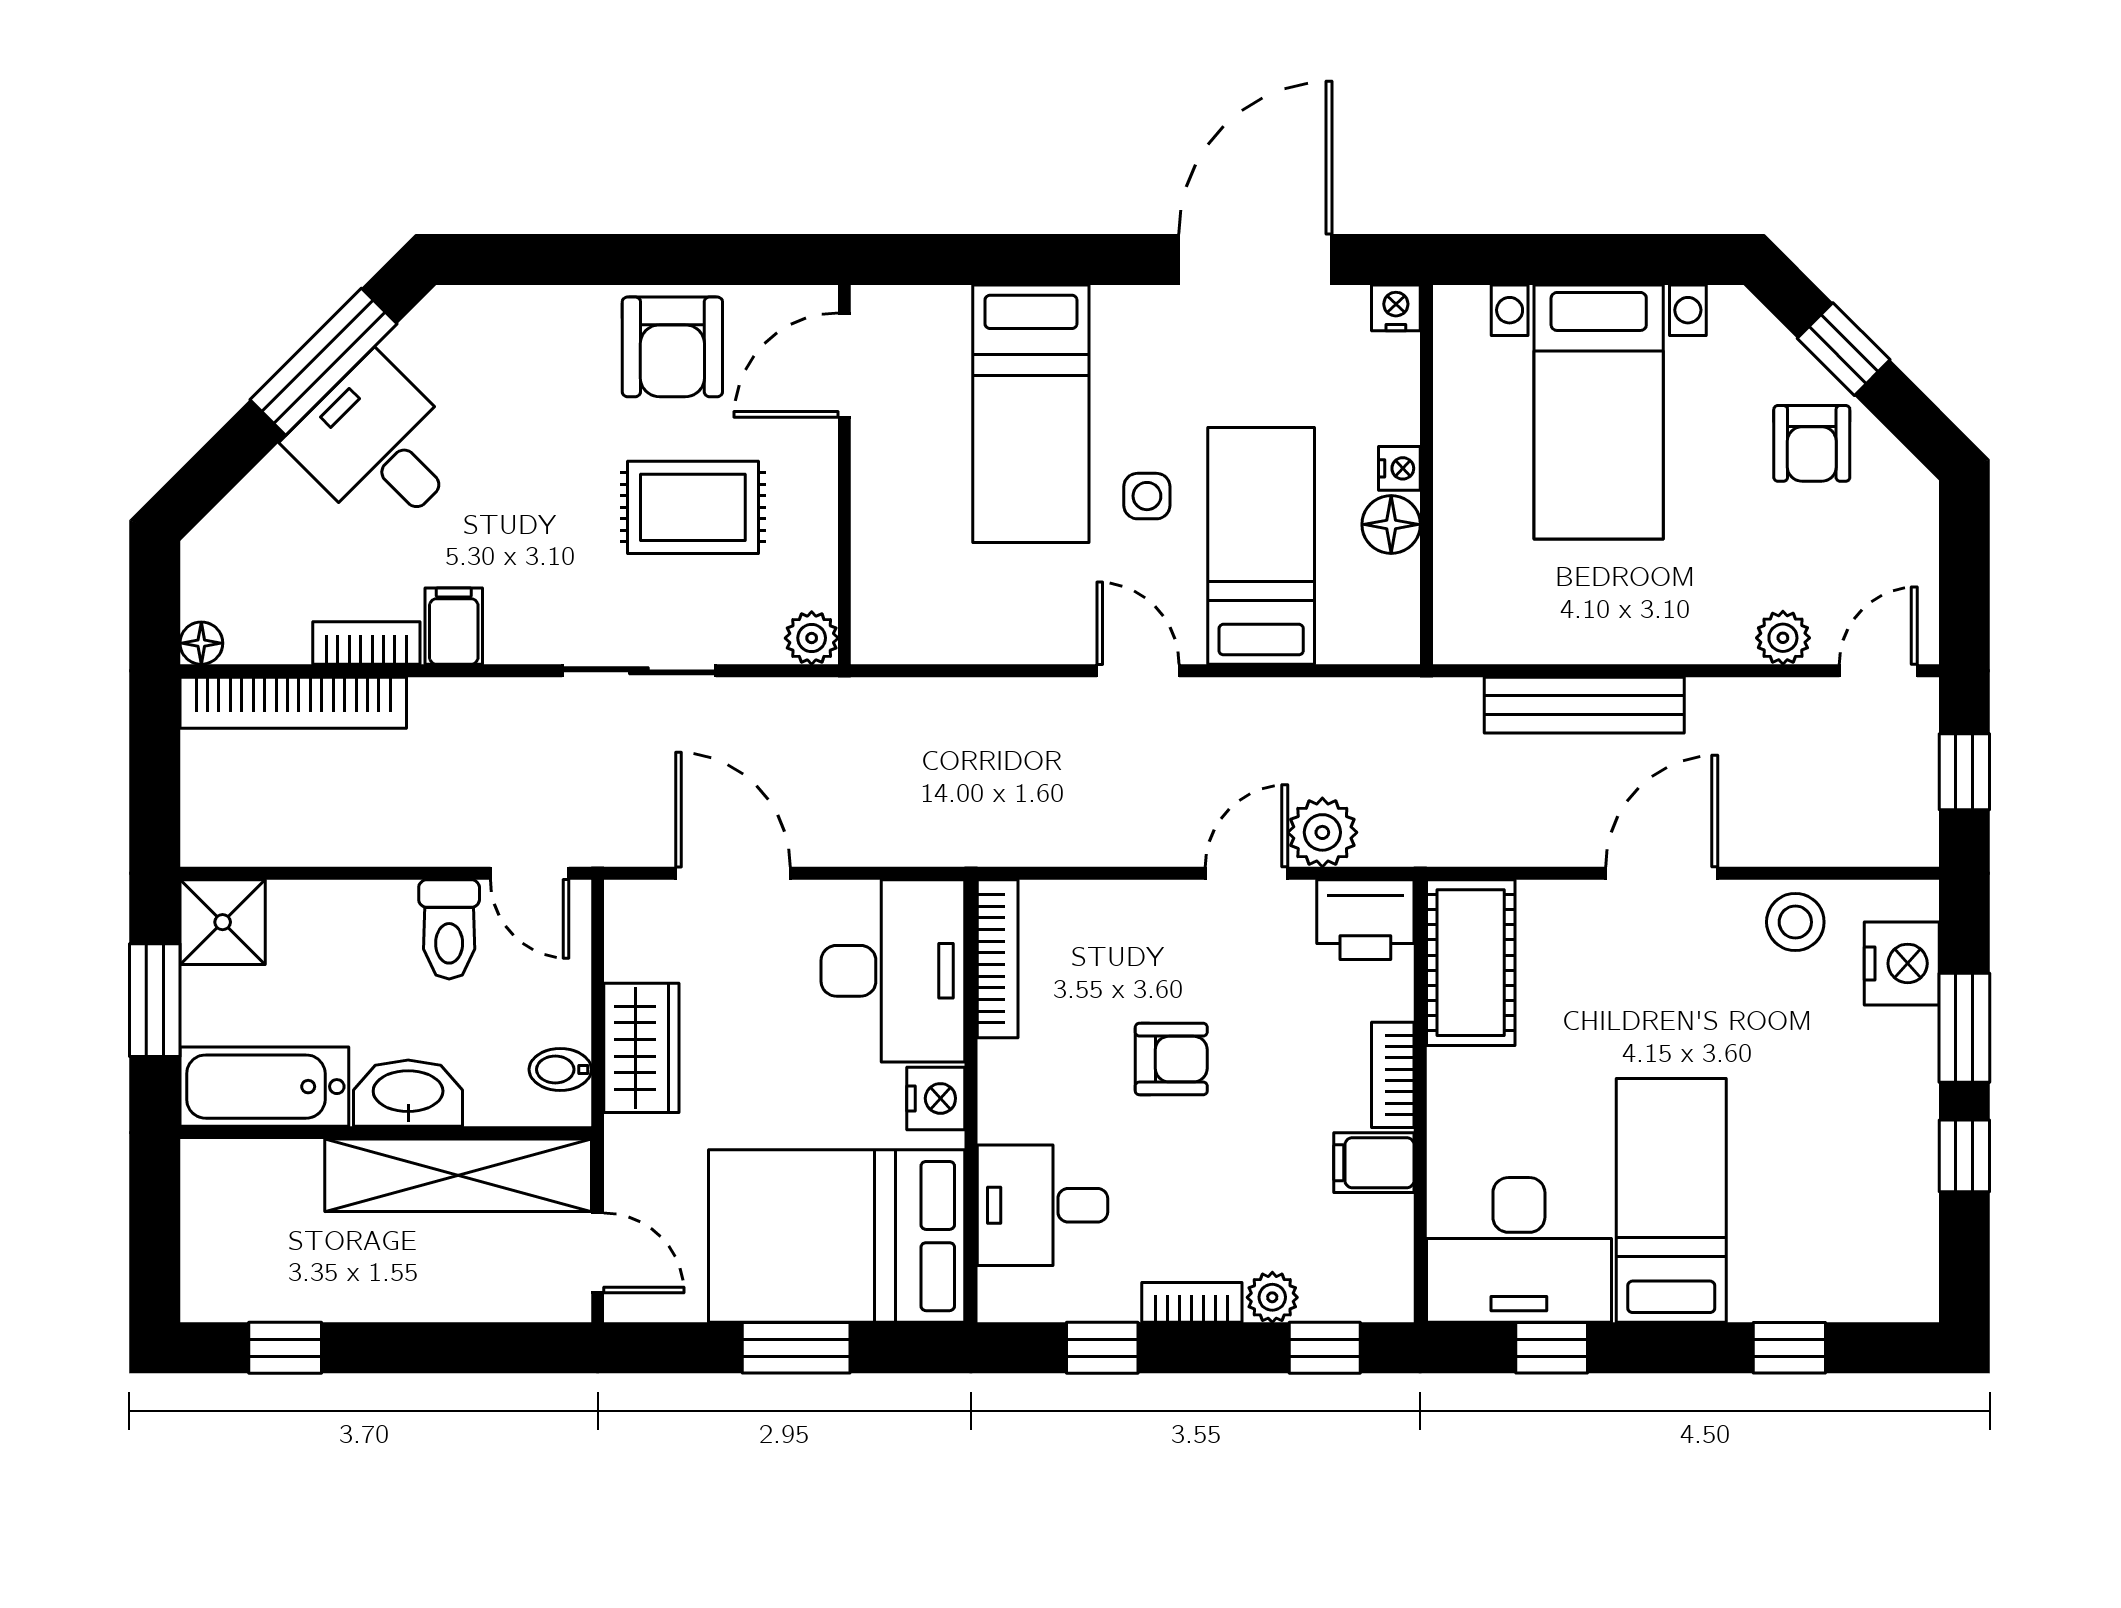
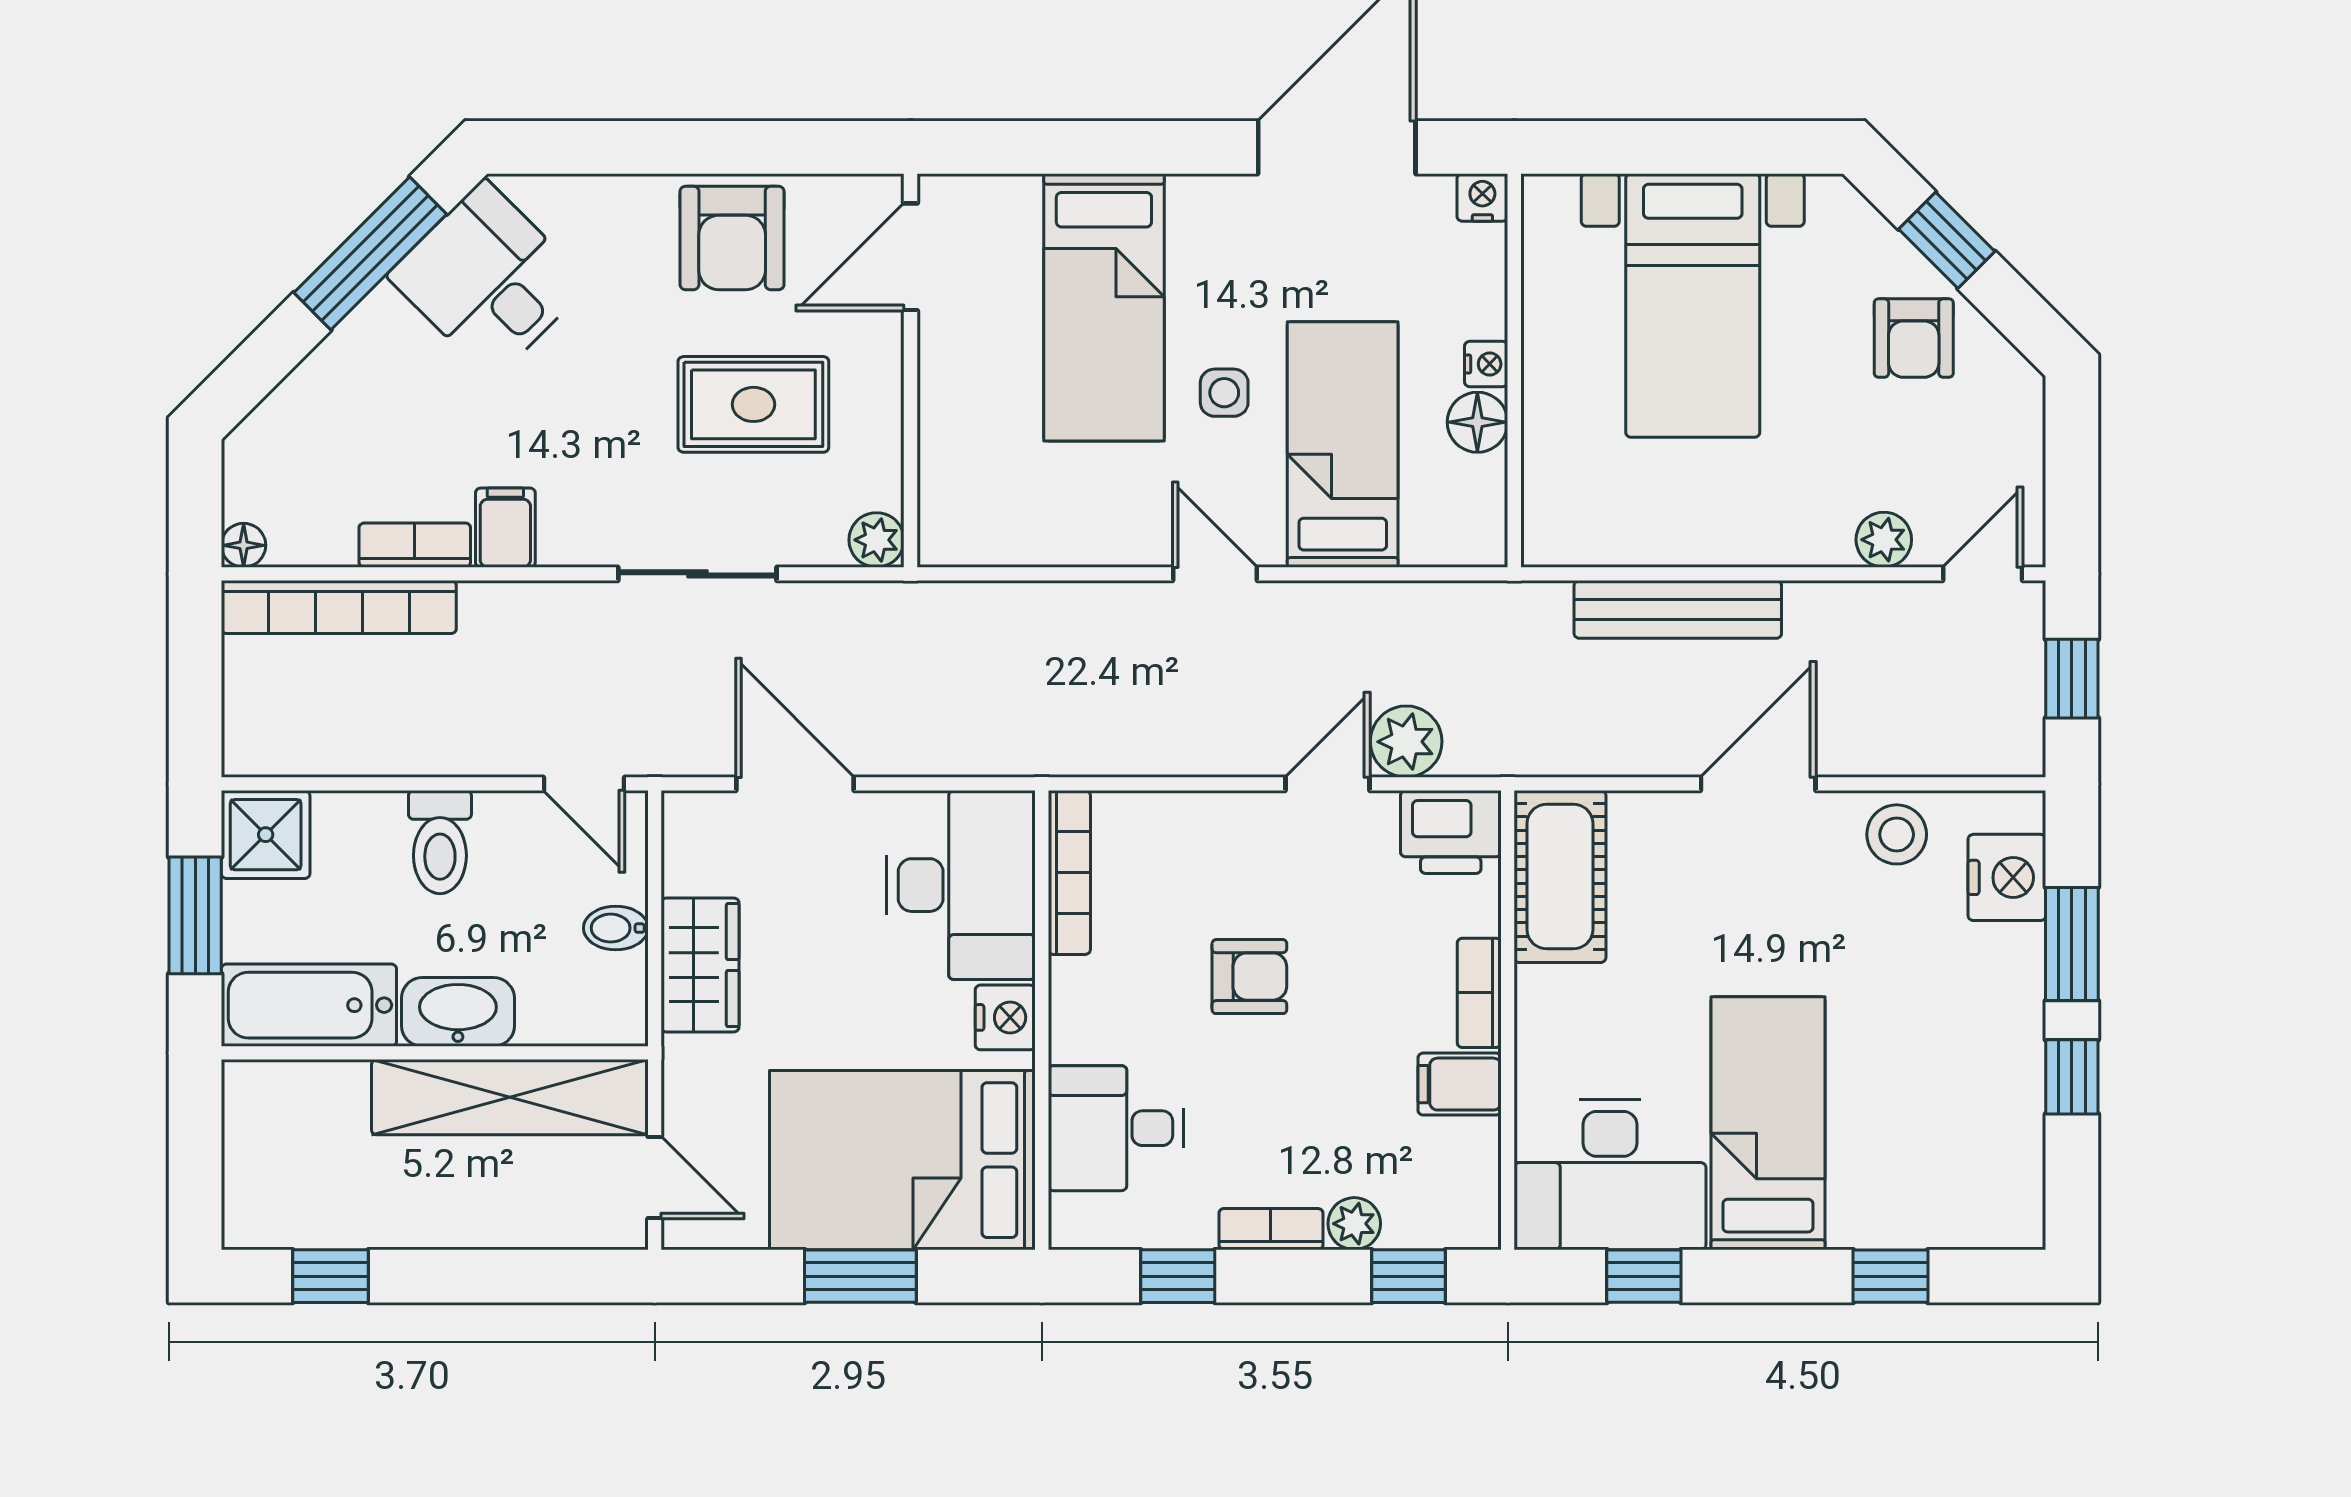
desk: (378, 446) -> (488, 280), moved
toilet: (449, 929) -> (440, 842), moved
bidet: (560, 1069) -> (616, 928), moved

